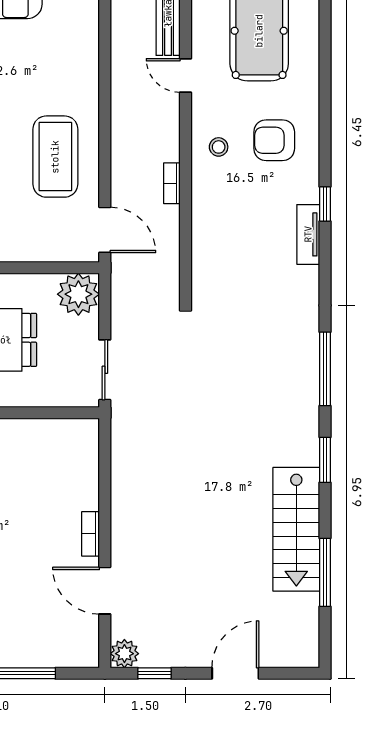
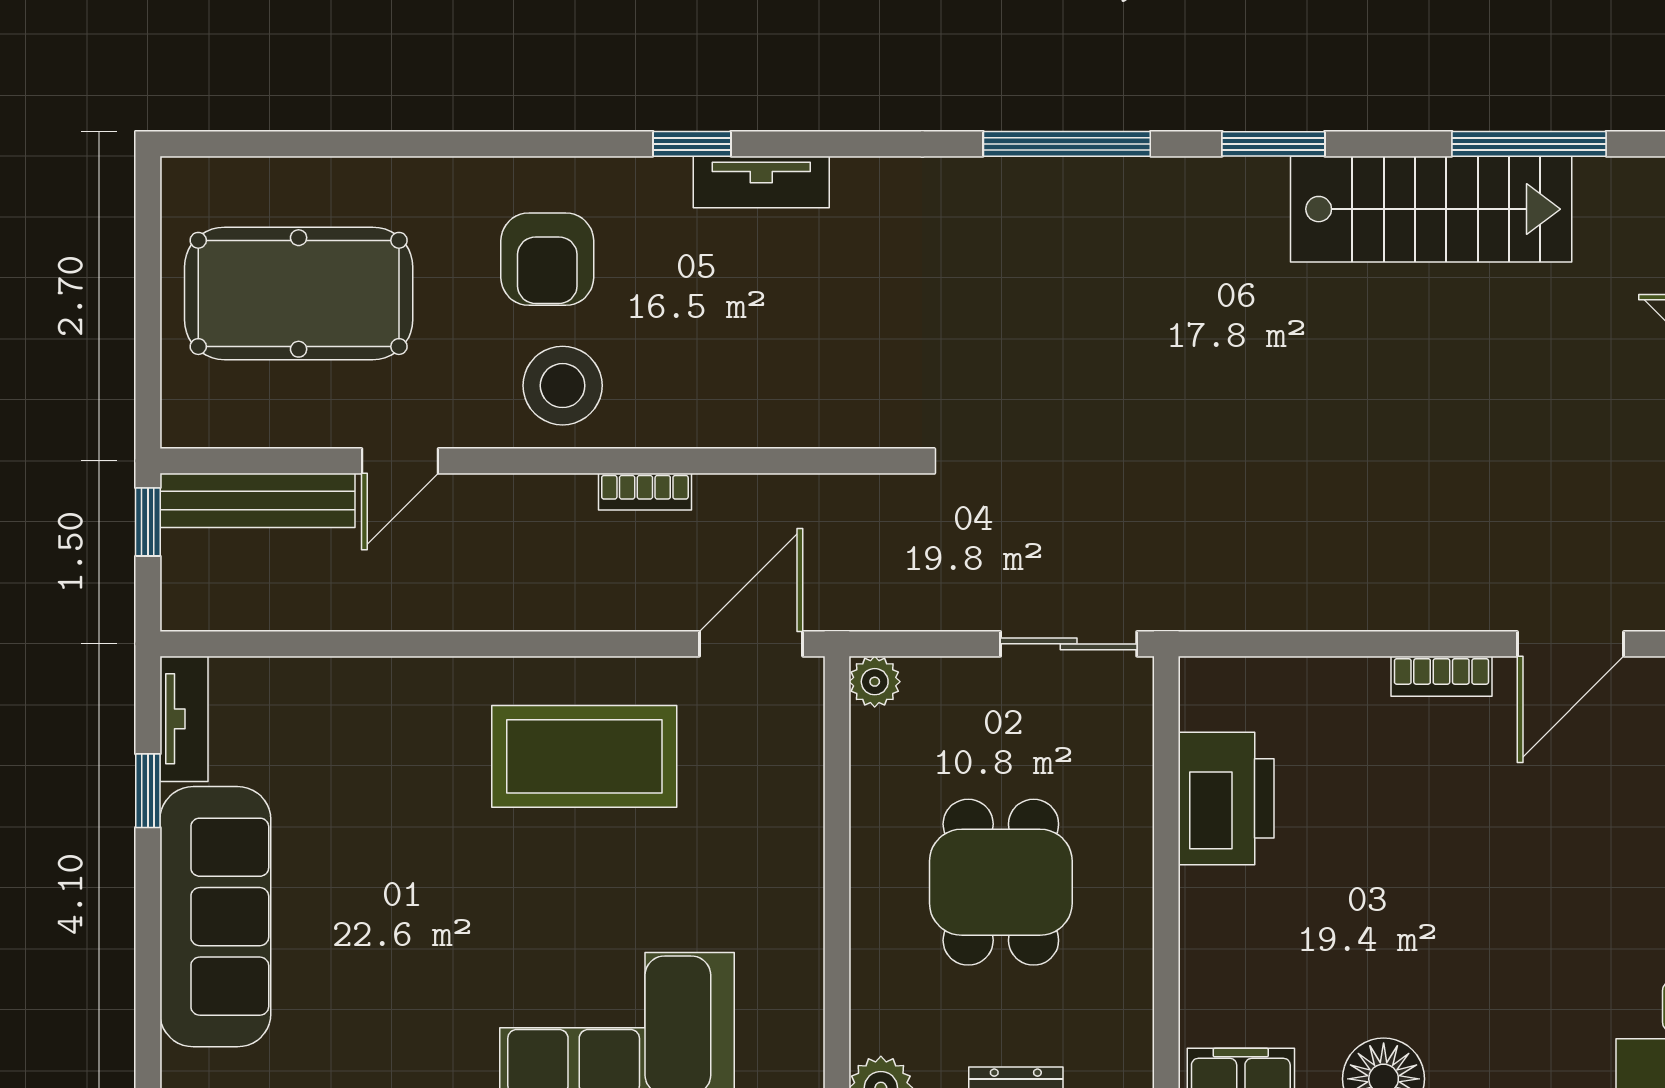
stool: (219, 147) -> (563, 386), width x1.89, depth x1.89
plant: (78, 294) -> (875, 682), width x0.53, depth x0.53
printer: (37, 439) -> (1226, 798), added

